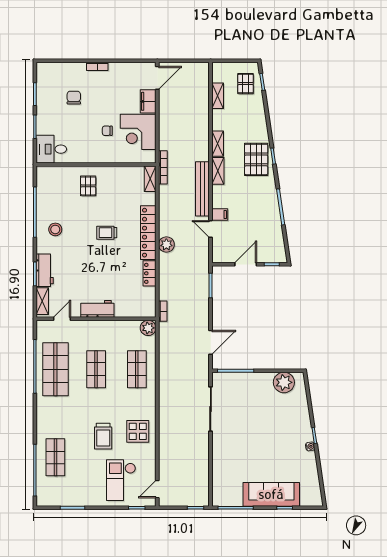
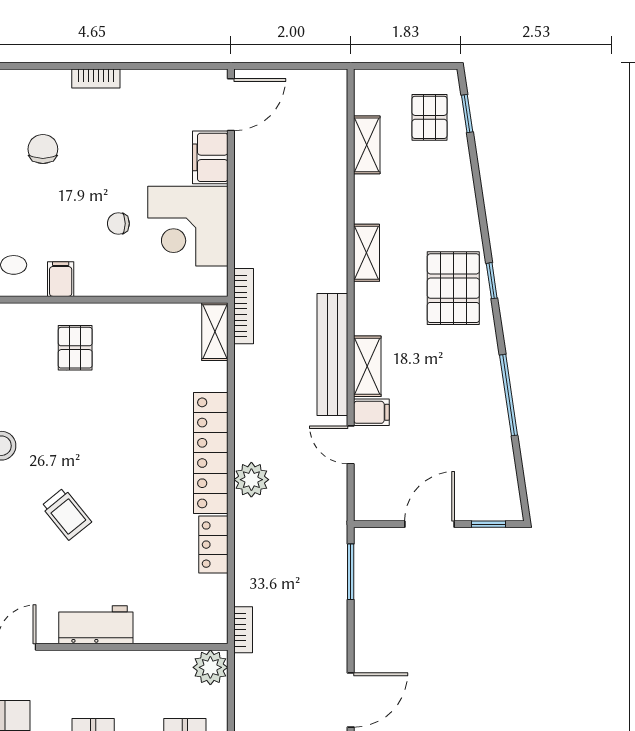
filing cabinet: (82, 155) -> (61, 279), added
shelving: (218, 171) -> (367, 366), moved
trolley: (107, 233) -> (66, 514), moved, turned -129

